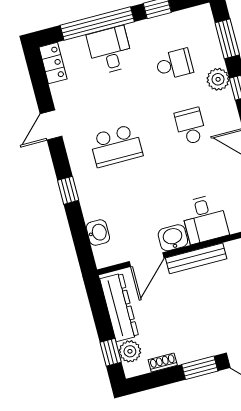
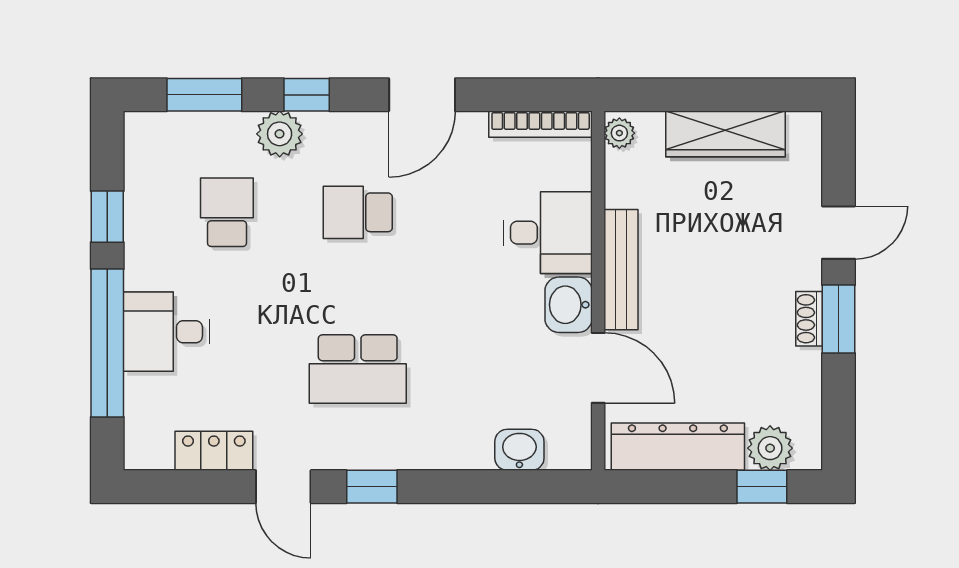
locker: (53, 63) -> (214, 451), moved
school desk: (116, 146) -> (358, 369), turned 90
window: (68, 190) -> (372, 487), moved
shoe rack: (163, 363) -> (809, 319), moved

